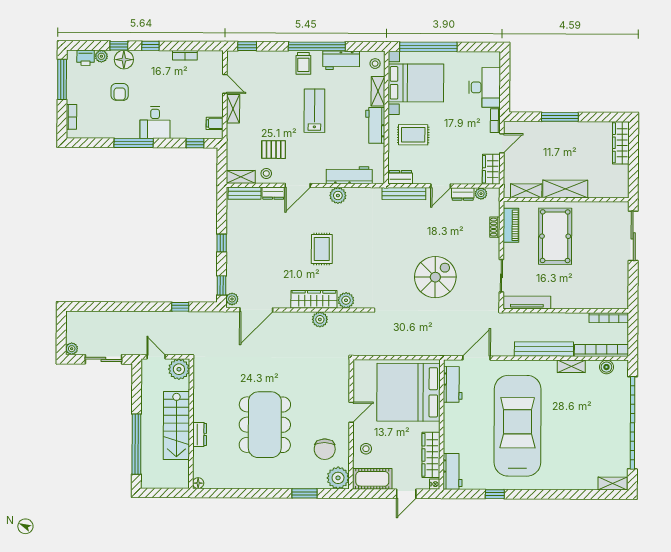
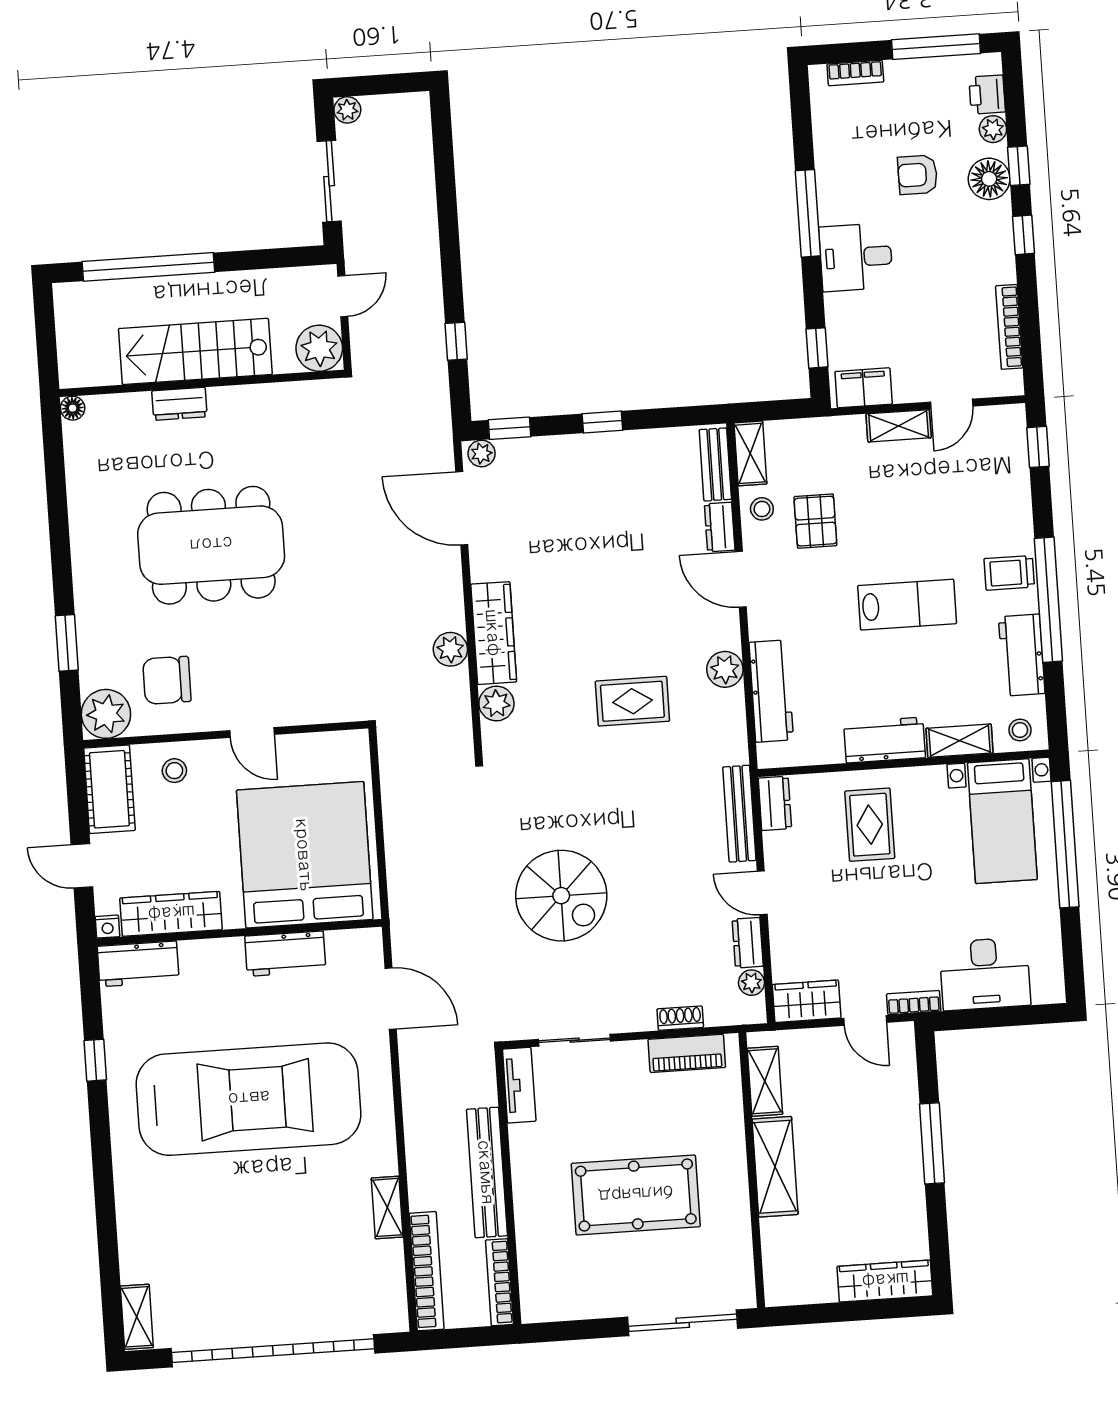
bookcase: (185, 55) -> (1009, 327), width x1.56
bed with nightstands: (416, 83) -> (1002, 821), width x0.73
filing cabinet: (215, 123) -> (864, 388), width x2.00
pool table: (555, 236) -> (636, 1195), moved
rug: (322, 249) -> (632, 701), moved
tv unit: (527, 302) -> (519, 1085), width x0.71
bench: (544, 349) -> (487, 1172), moved
boiler: (606, 367) -> (391, 1285), removed
workbench: (453, 384) -> (285, 954), moved

